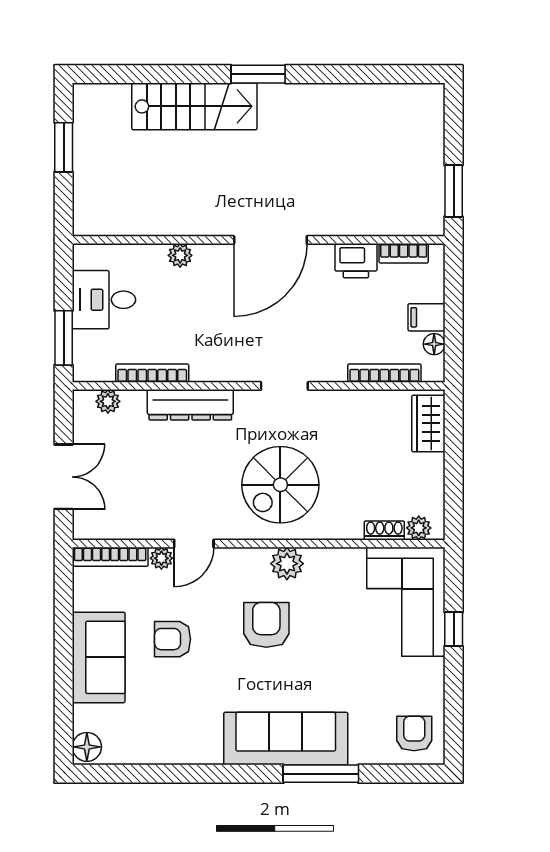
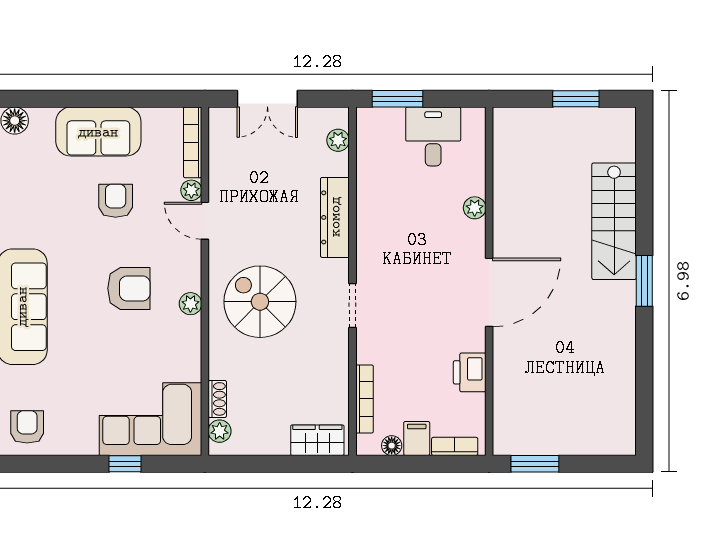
door: (270, 240) -> (489, 292), swing flipped
bookcase: (404, 253) -> (455, 446), moved, turned 90
bookcase: (152, 373) -> (364, 182), removed
plant: (287, 564) -> (190, 304), width x0.73, depth x0.73
armchair: (414, 734) -> (27, 427), turned -90

